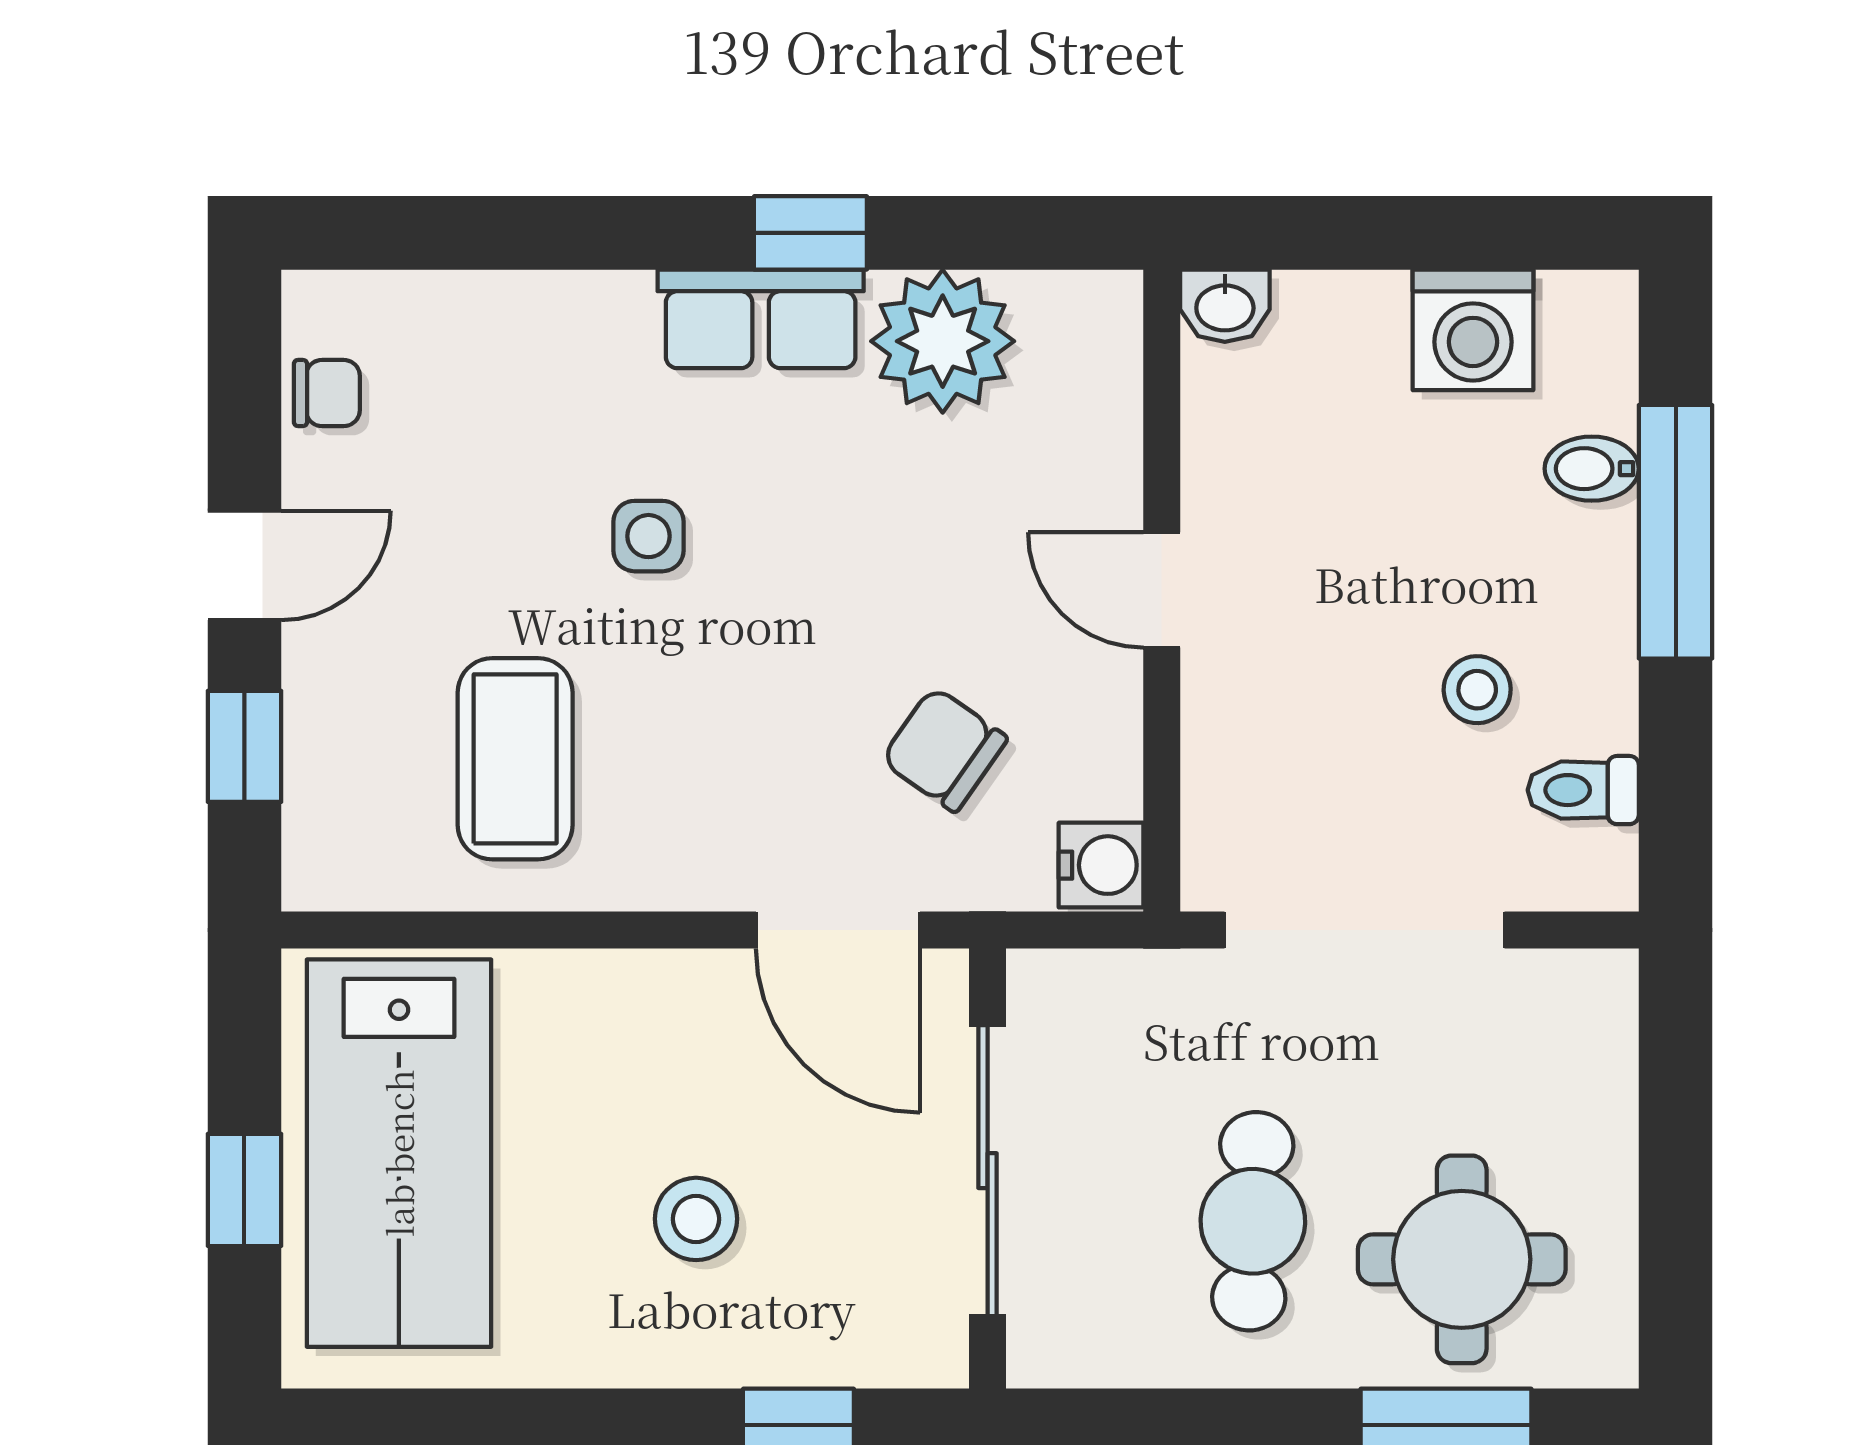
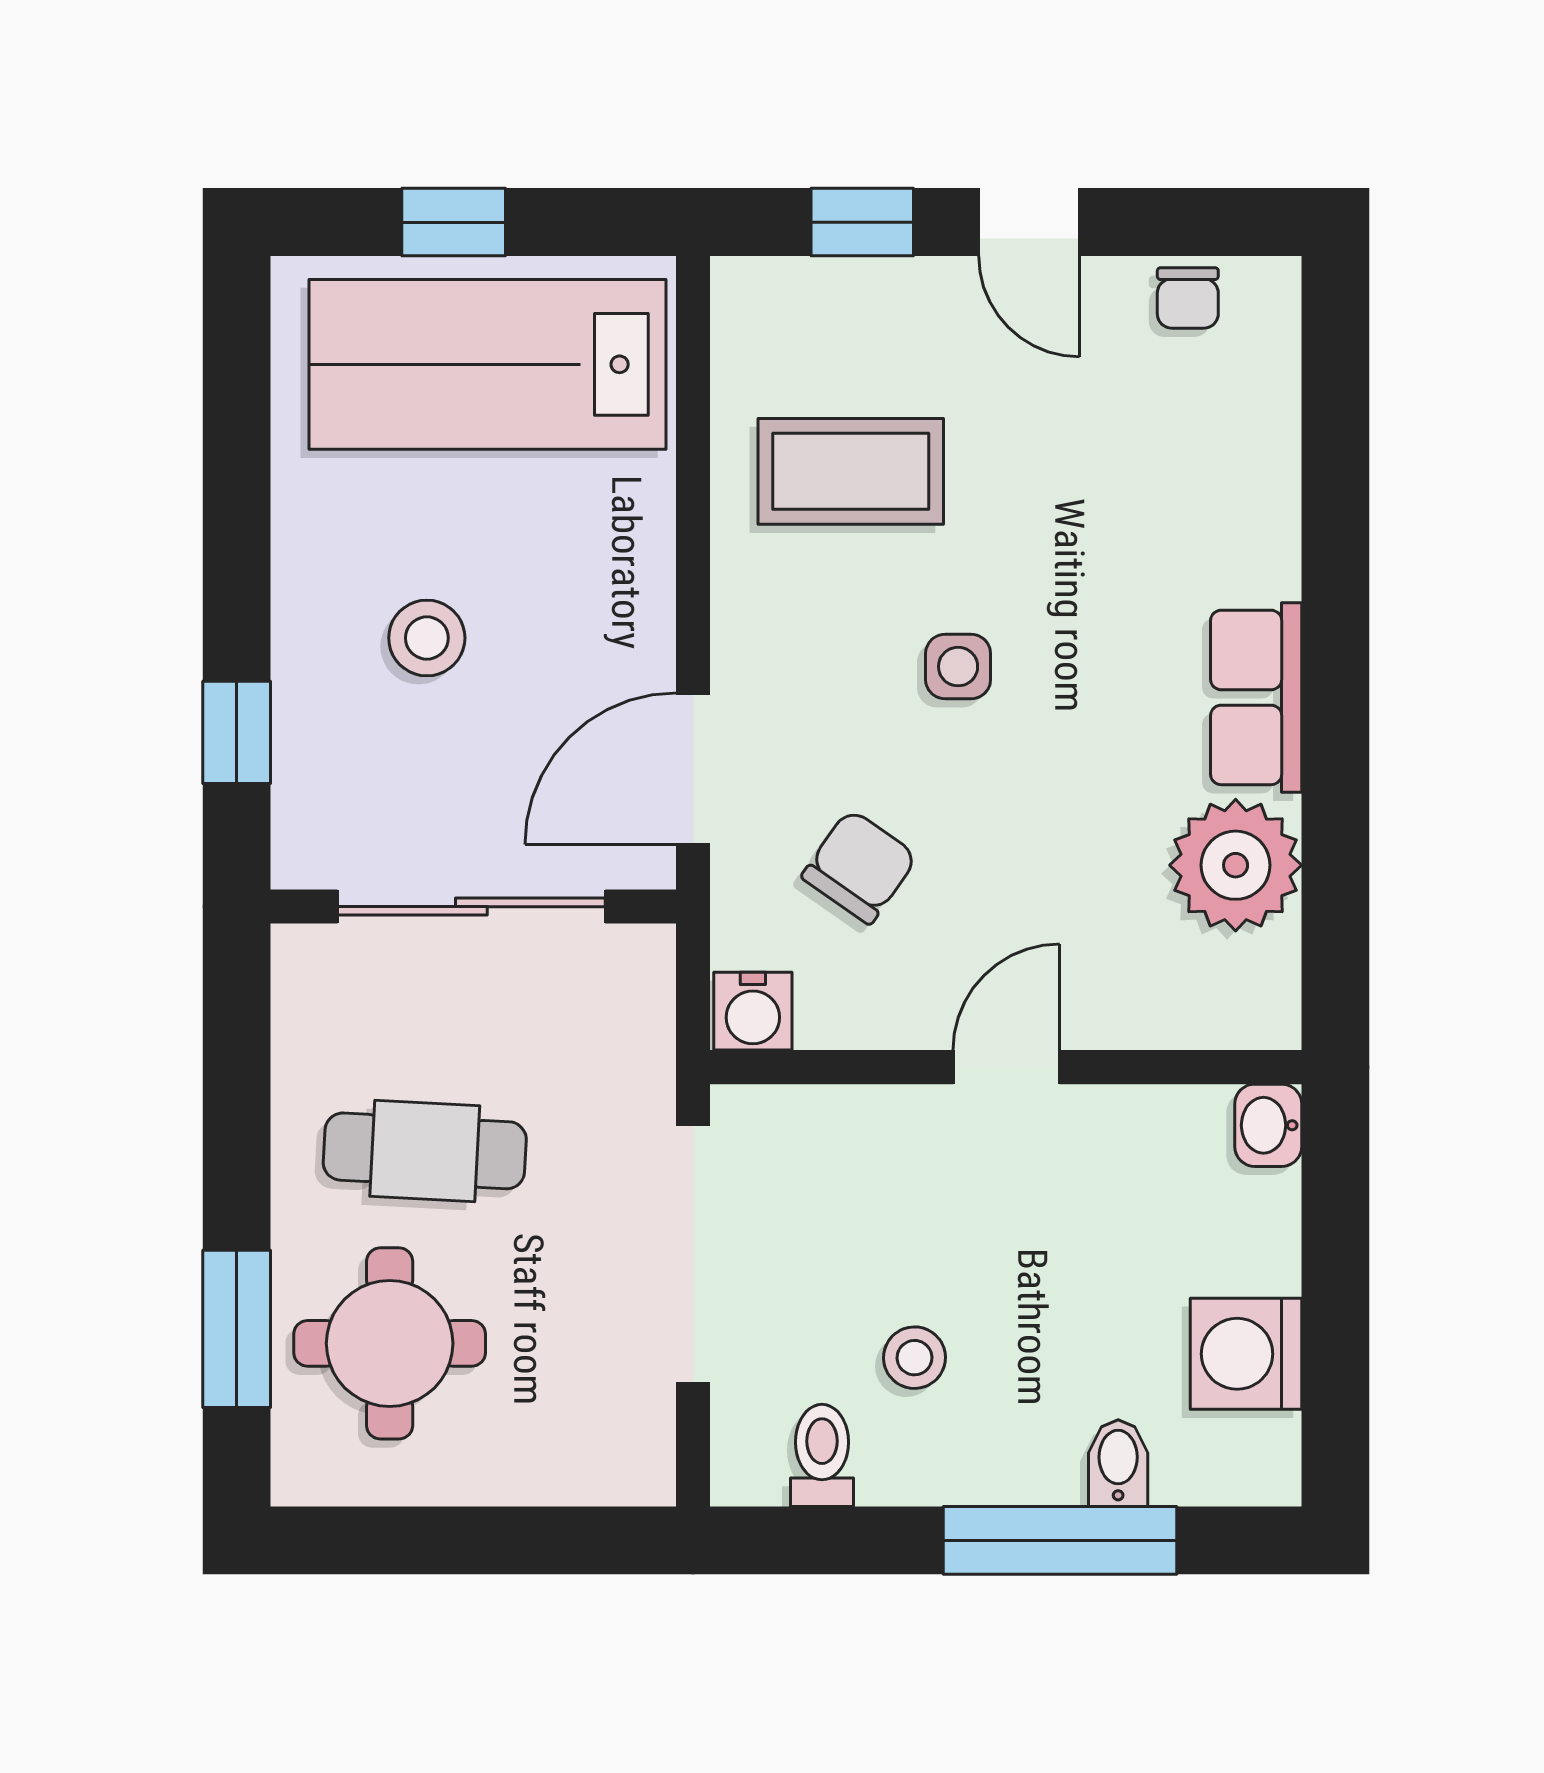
window: (810, 233) -> (1335, 743), removed
side table: (648, 536) -> (958, 667), moved

